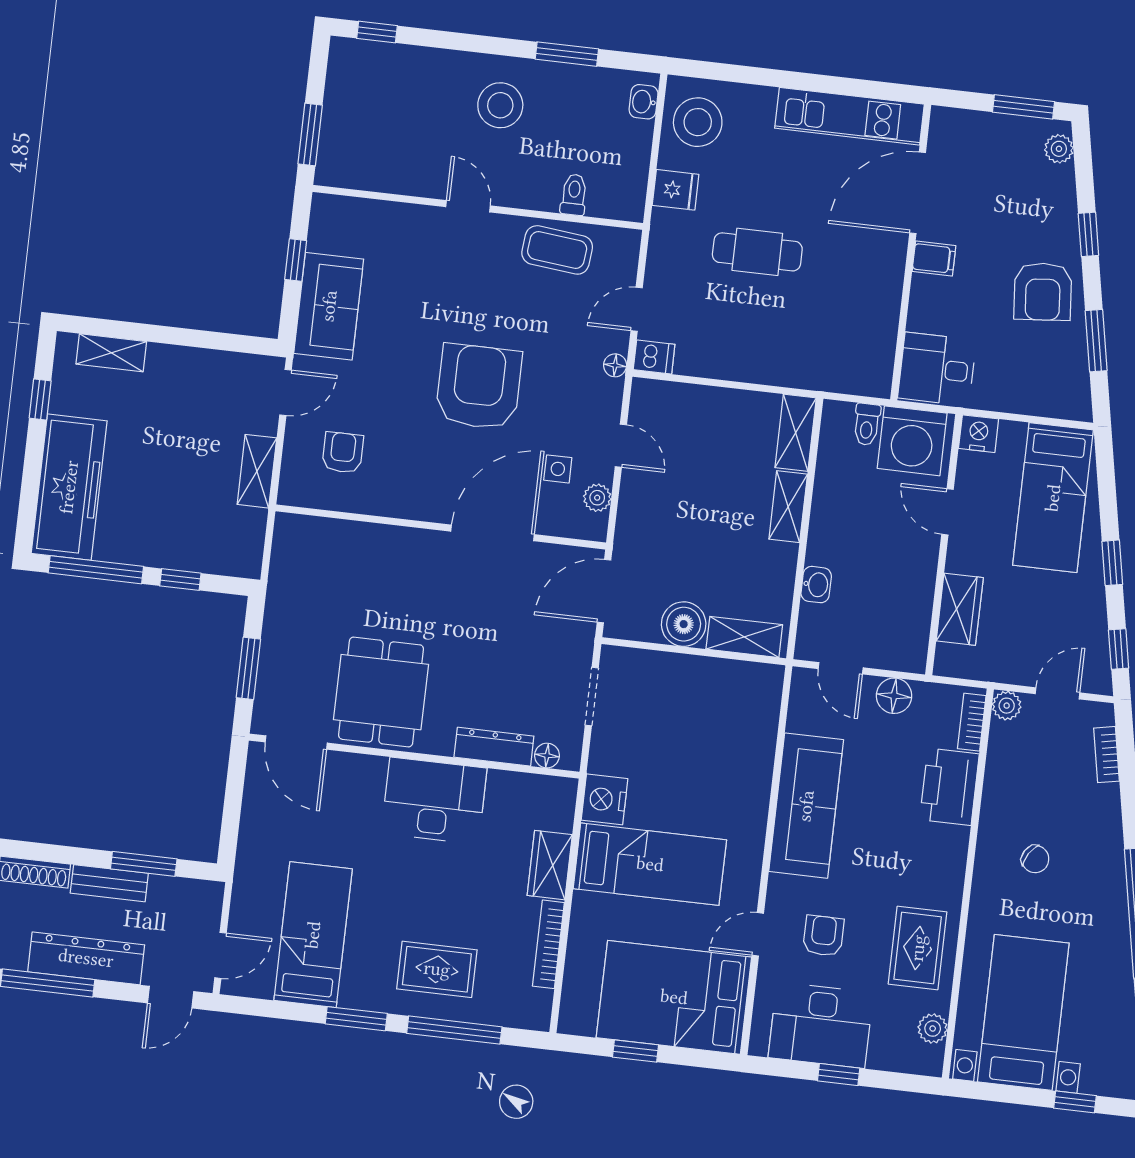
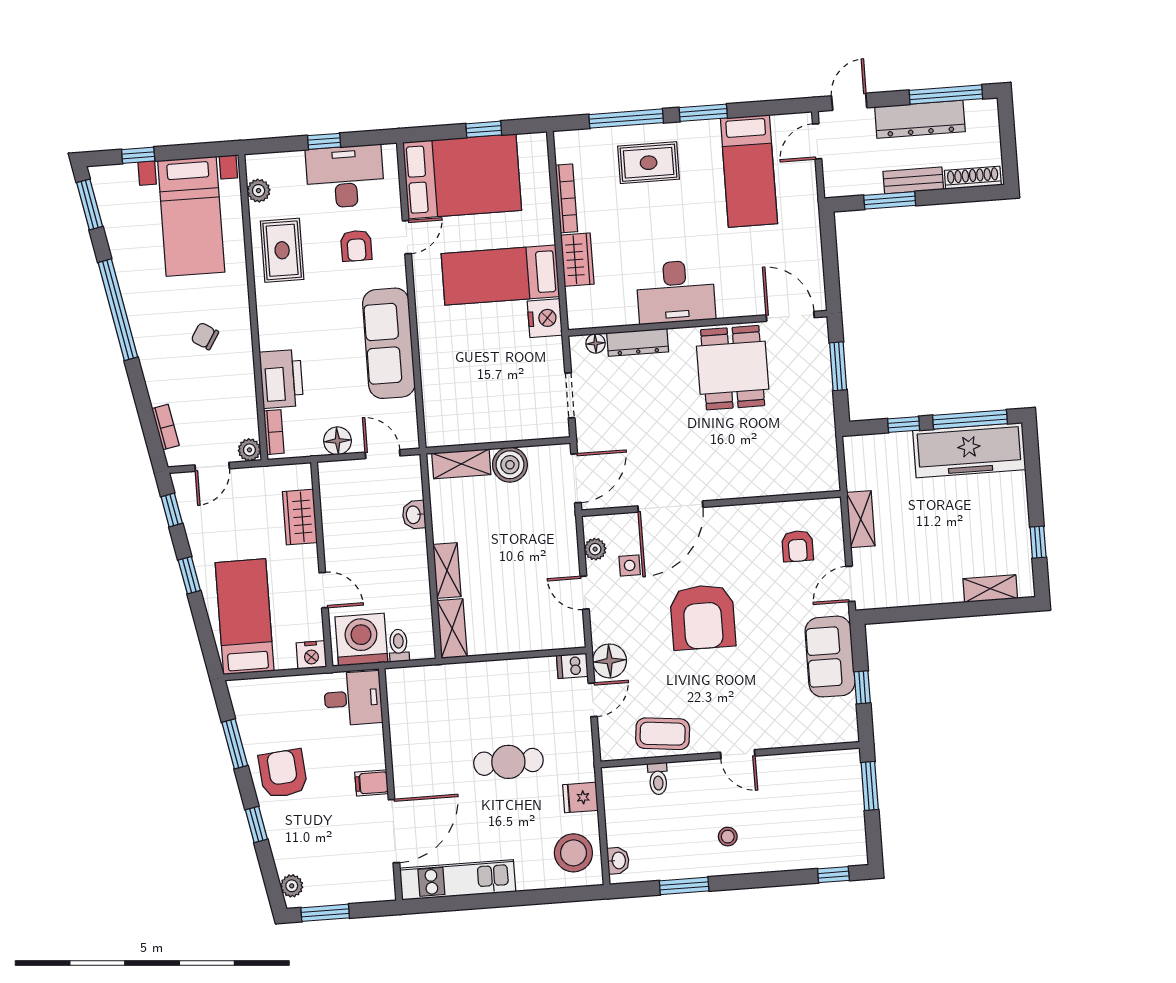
stool: (500, 105) -> (728, 837), width x0.53, depth x0.53
floor lamp: (615, 365) -> (610, 661), width x1.89, depth x1.89
freezer: (69, 487) -> (969, 450), moved, turned -90

